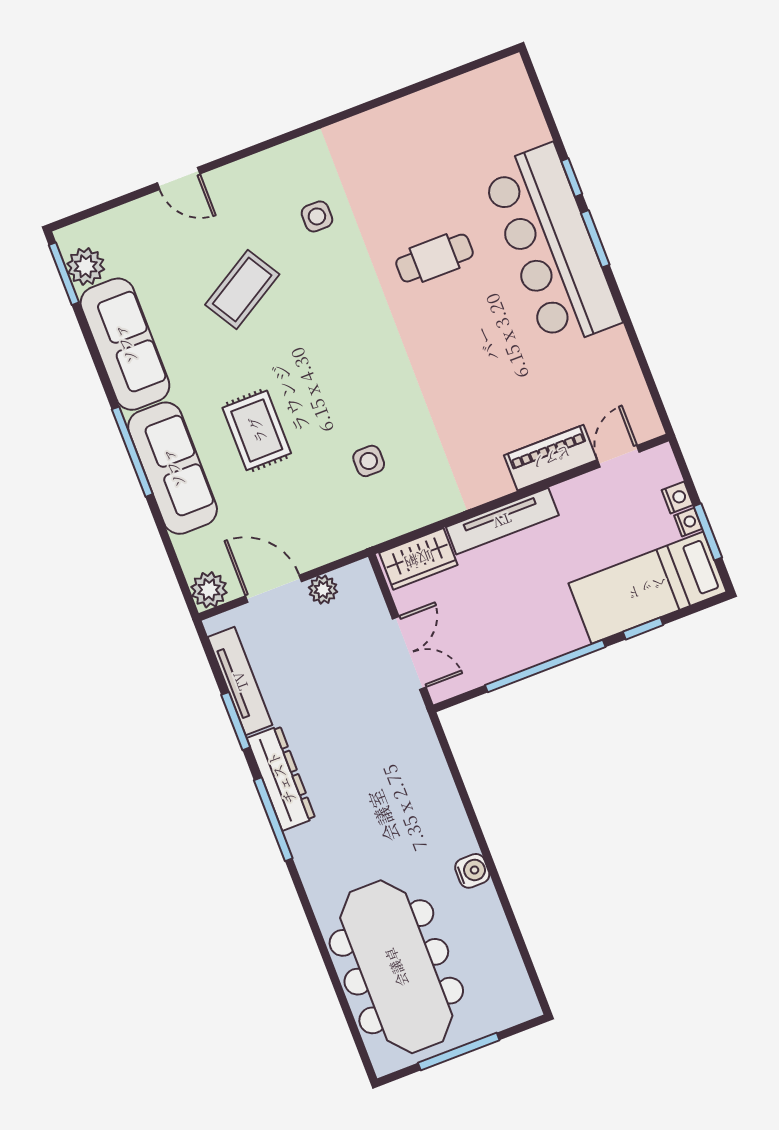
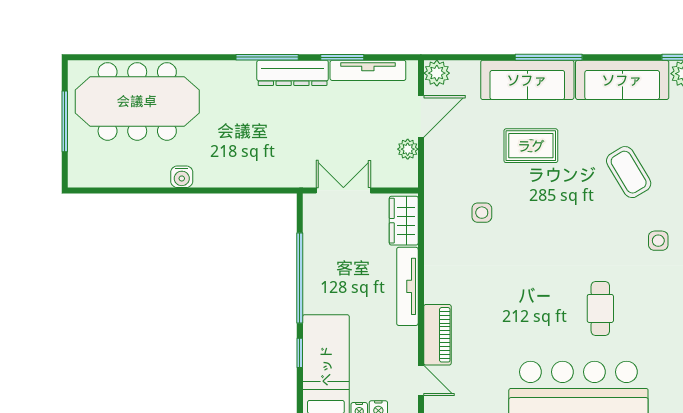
double door: (409, 653) -> (343, 190), swing flipped

